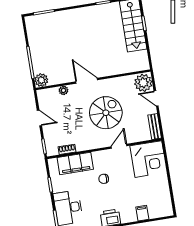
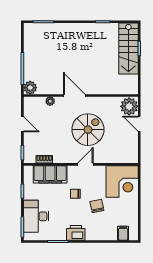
bench: (155, 127) -> (133, 151), removed
door: (119, 146) -> (85, 164), moved
chair: (127, 188) -> (97, 206), added
filing cabinet: (142, 213) -> (123, 233), moved

